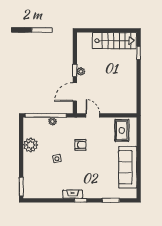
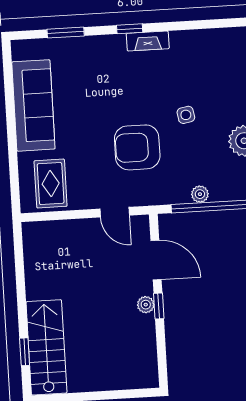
stairs: (114, 41) -> (46, 347), moved, turned 90
door: (75, 92) -> (156, 260), hinge flipped
armchair: (80, 145) -> (137, 147), width x1.88, depth x1.88

